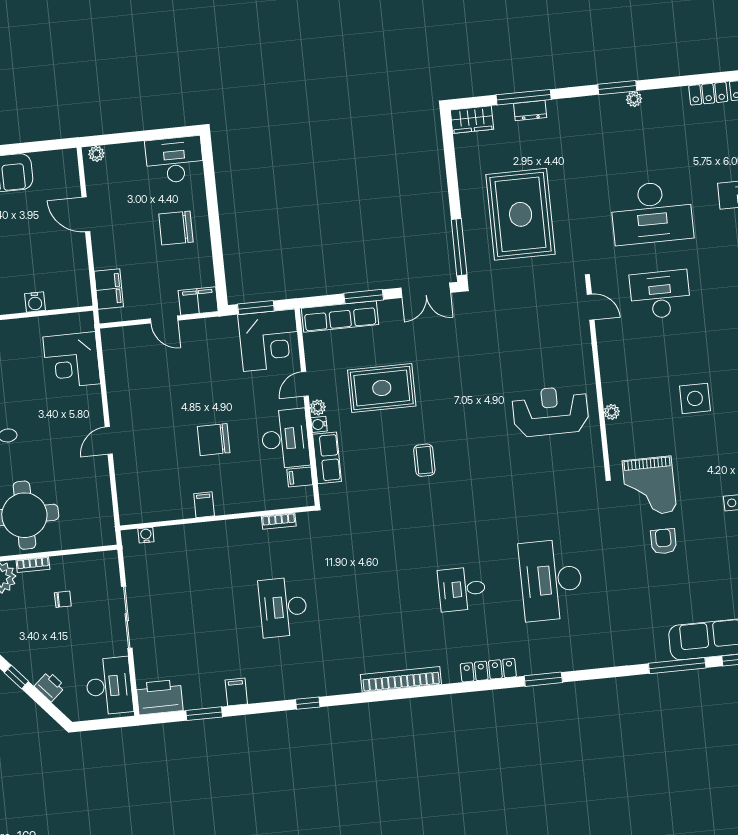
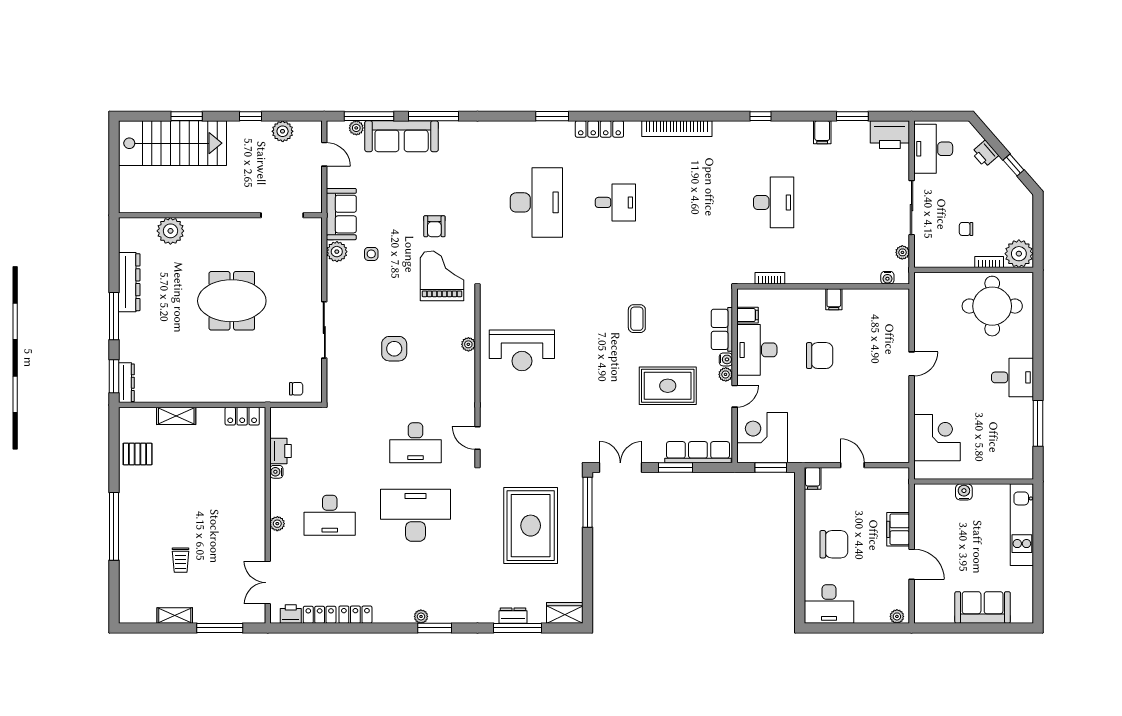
filing cabinet: (109, 289) -> (898, 529), moved
filing cabinet: (198, 301) -> (813, 478), width x0.50
plant: (132, 566) -> (902, 252), added

